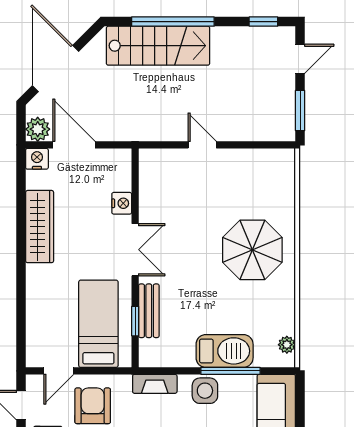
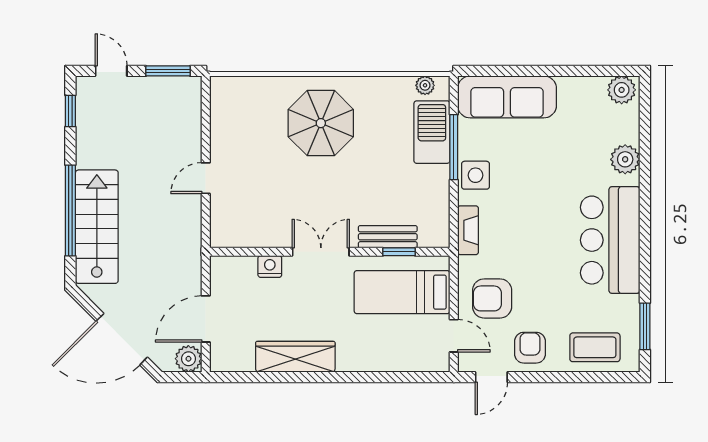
nightstand: (37, 159) -> (221, 360), removed
barbecue: (225, 351) -> (432, 132), moved

